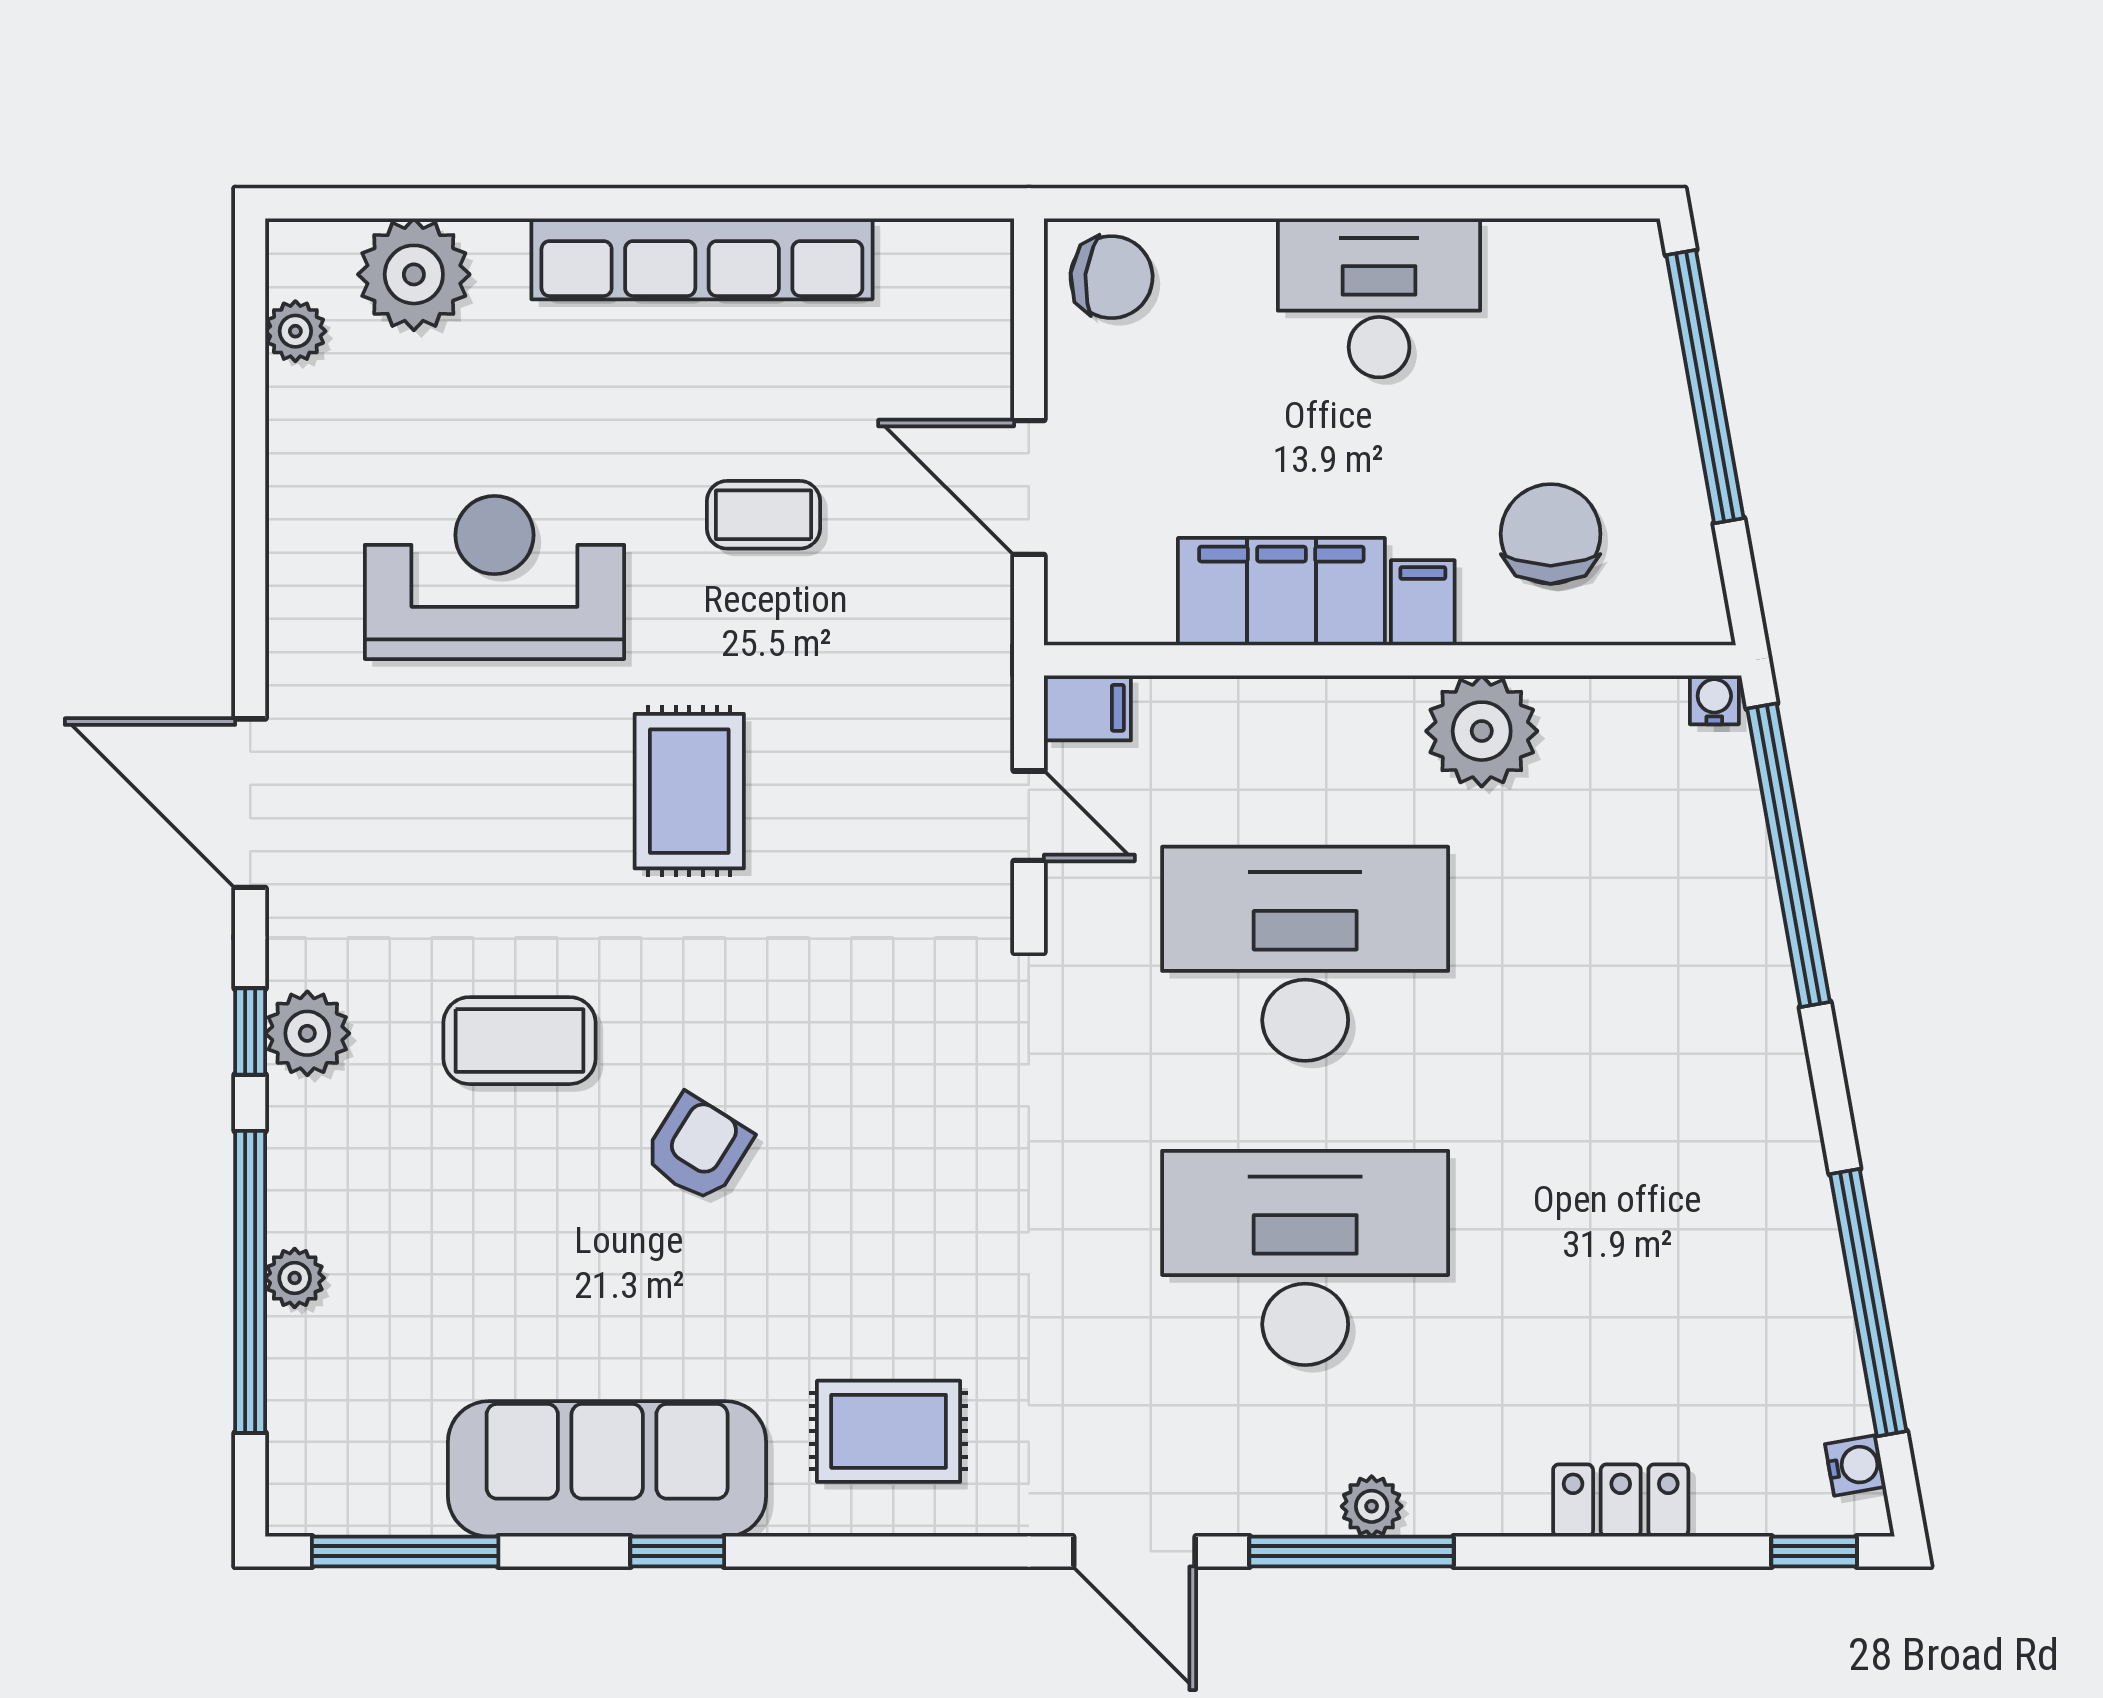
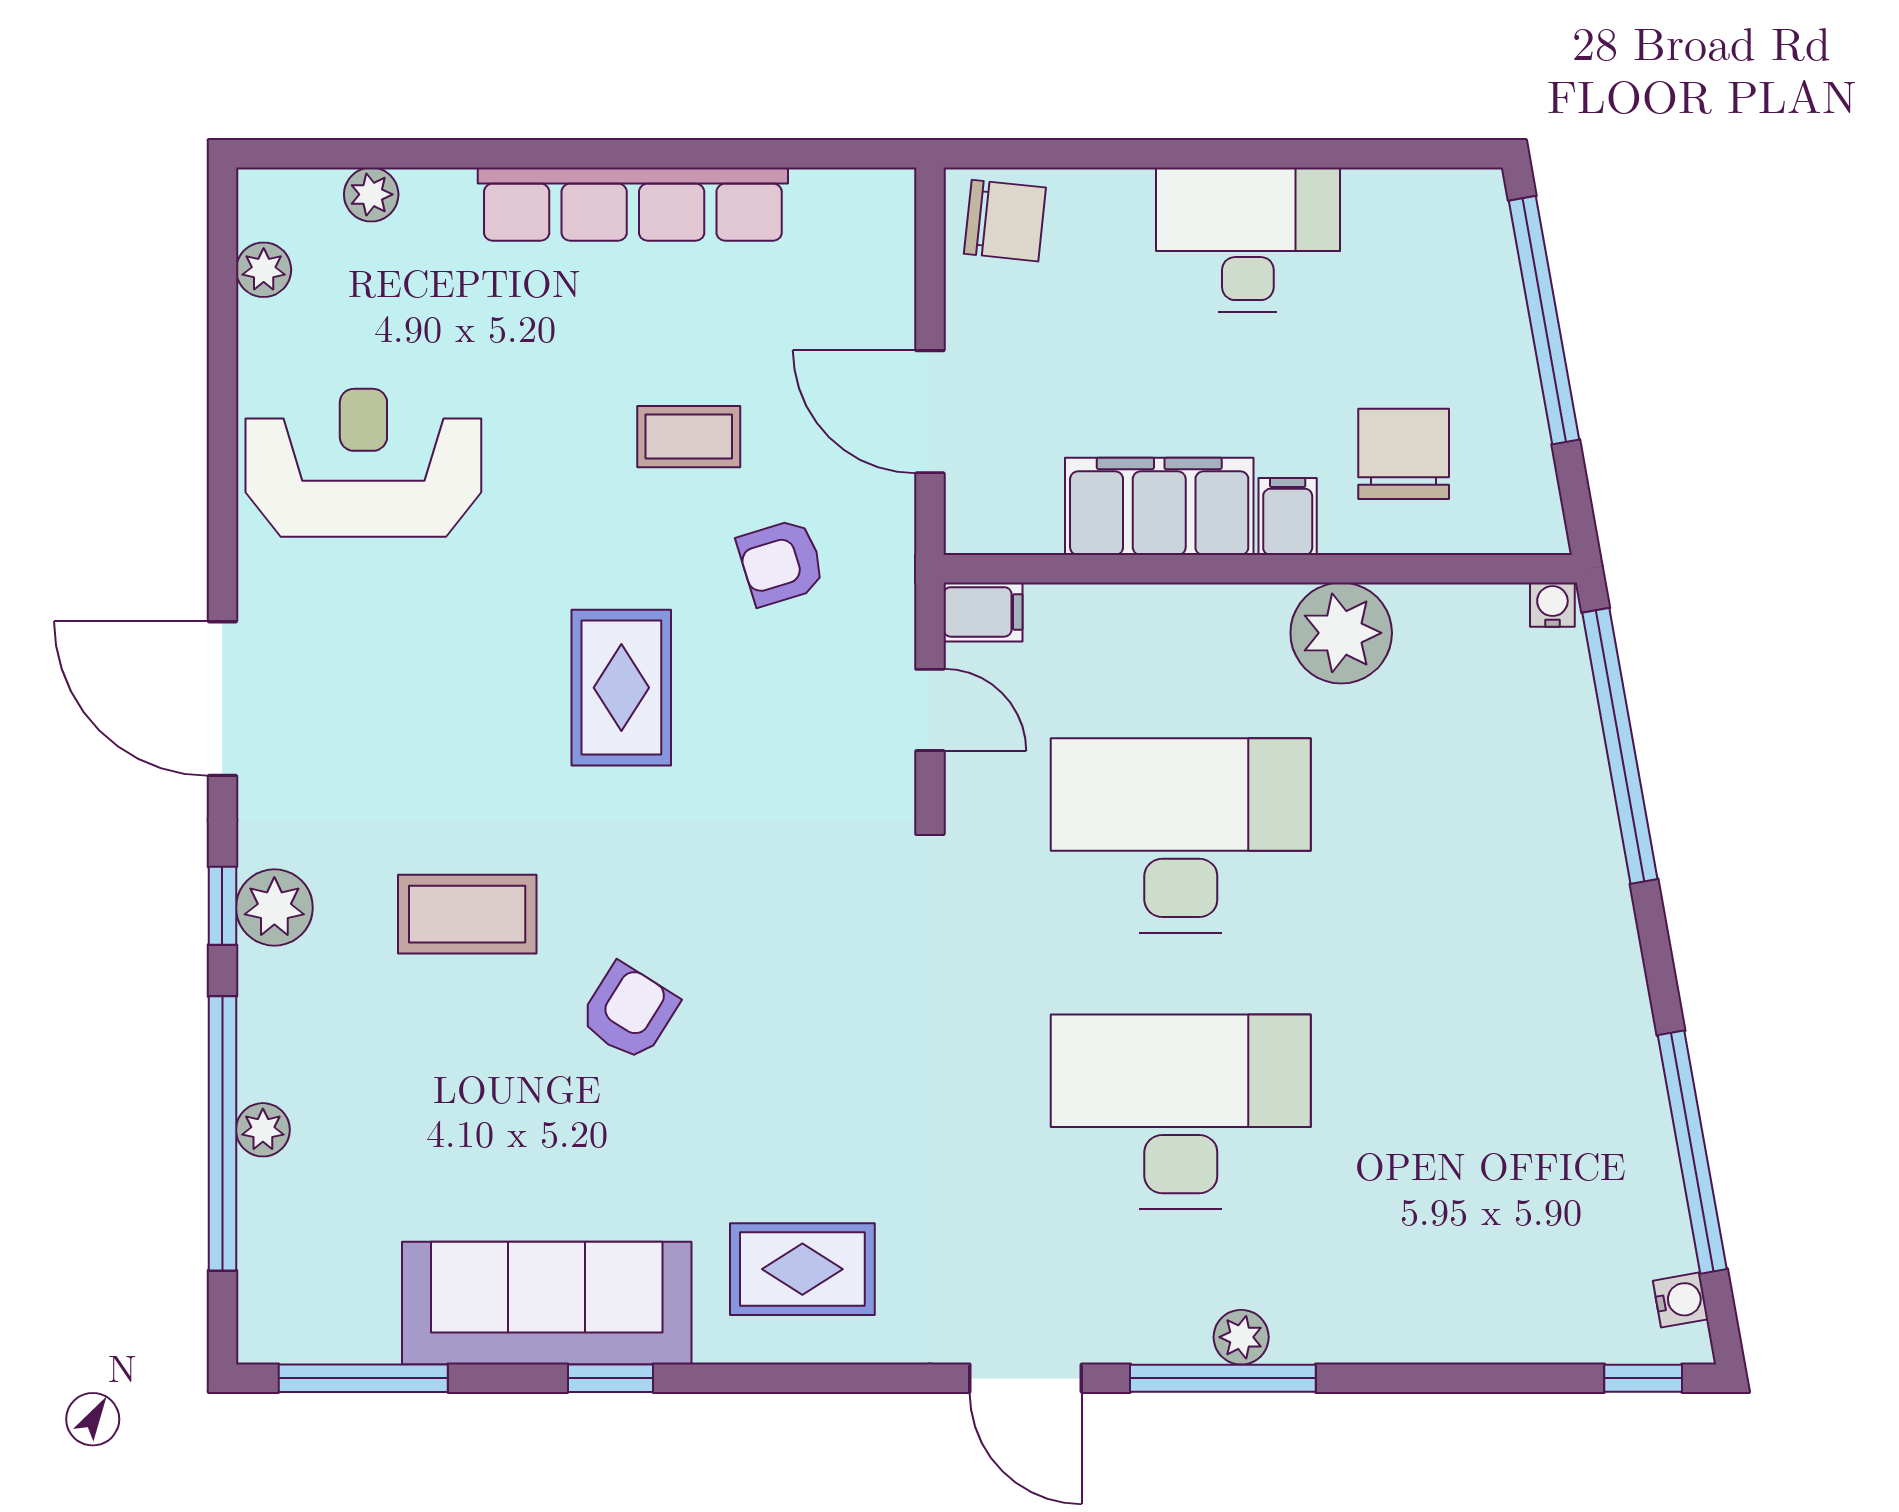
plant: (414, 274) -> (371, 194), width x0.53, depth x0.53
reception desk: (494, 577) -> (363, 463), moved
armchair: (865, 653) -> (781, 562), added
locker: (1621, 1500) -> (1467, 1332), removed

